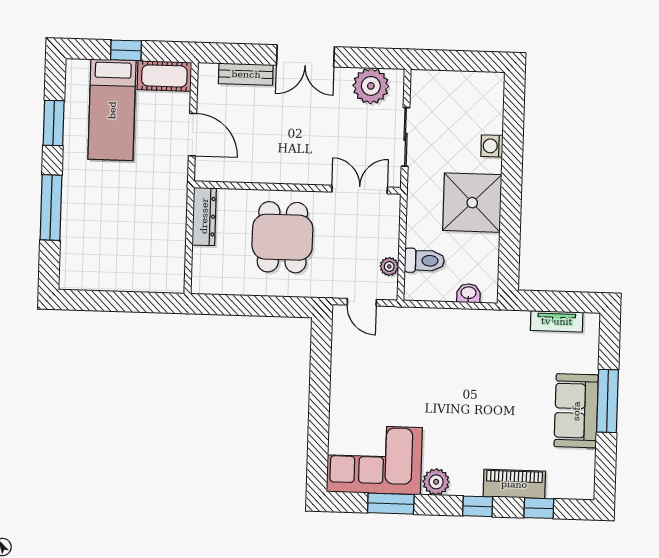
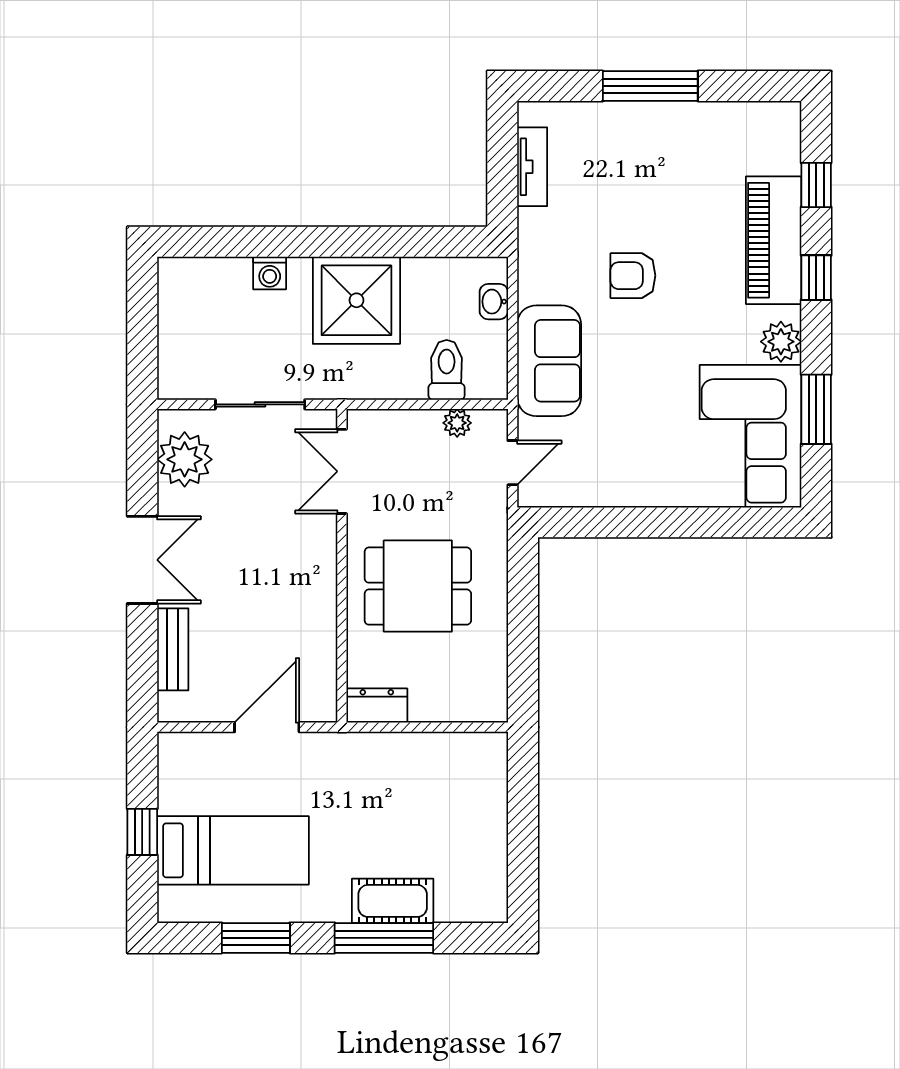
cot: (164, 76) -> (393, 901), moved, turned 90
dresser: (204, 216) -> (377, 706), width x0.70
armchair: (483, 386) -> (633, 276), added
sofa: (576, 411) -> (549, 361), moved, turned -90
piano: (514, 484) -> (774, 240), width x1.37, depth x1.33

